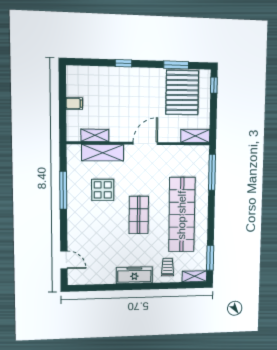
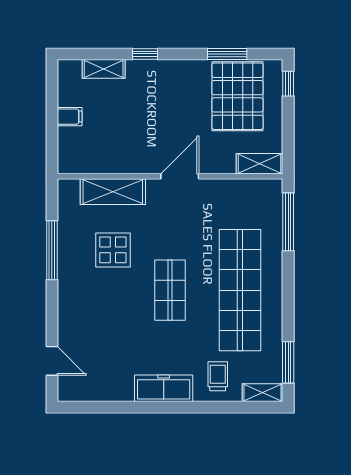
shelving: (95, 135) -> (104, 69), moved

